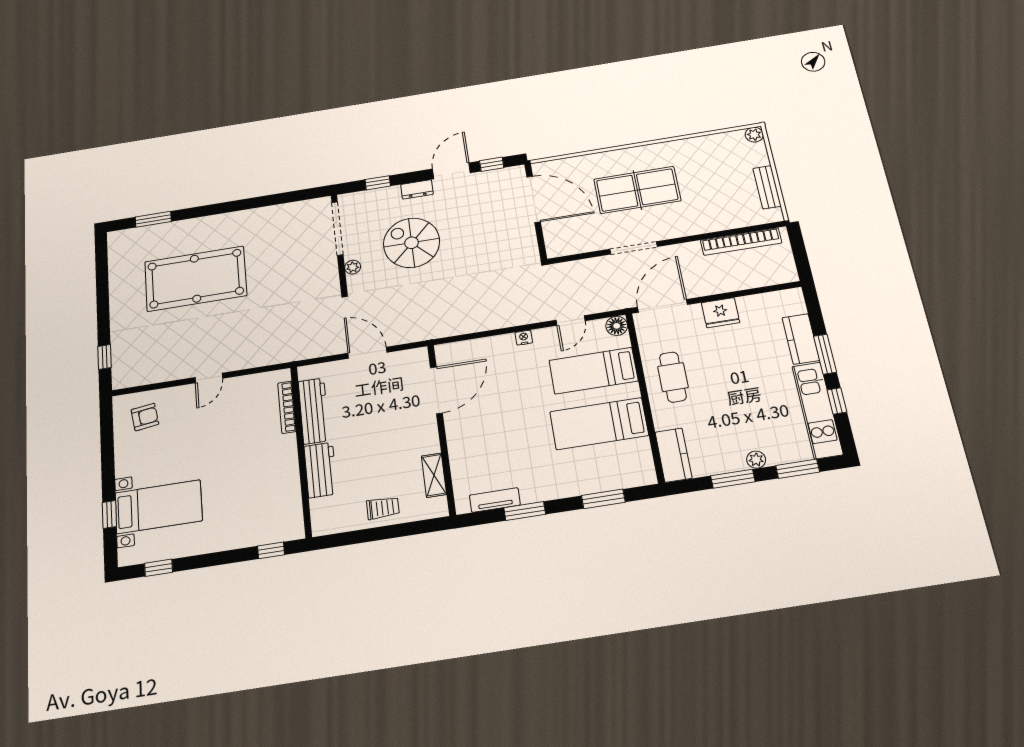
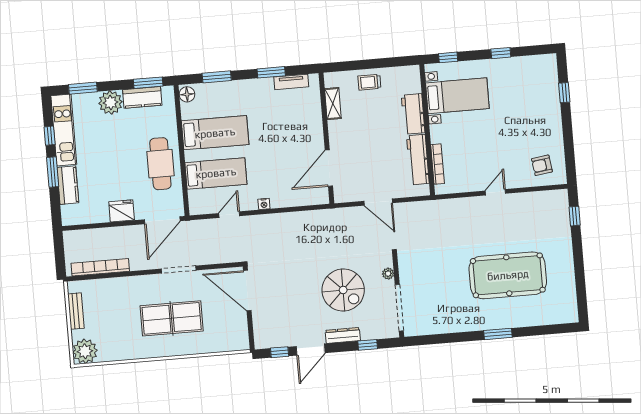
plant: (754, 135) -> (85, 351), width x1.87, depth x1.87
dresser: (417, 189) -> (343, 335), width x1.44
door: (534, 199) -> (247, 291), moved
window: (153, 219) -> (498, 334), moved
floor lamp: (617, 326) -> (187, 94), moved
cafe table: (673, 377) -> (160, 164), width x1.37, depth x1.35
kitchen counter: (673, 455) -> (142, 97), moved, turned -90
plant: (756, 460) -> (111, 103), width x1.88, depth x1.88
window: (733, 479) -> (148, 83), moved
bed with nightstands: (159, 507) -> (457, 96), moved, turned 180
window: (159, 568) -> (501, 53), moved

